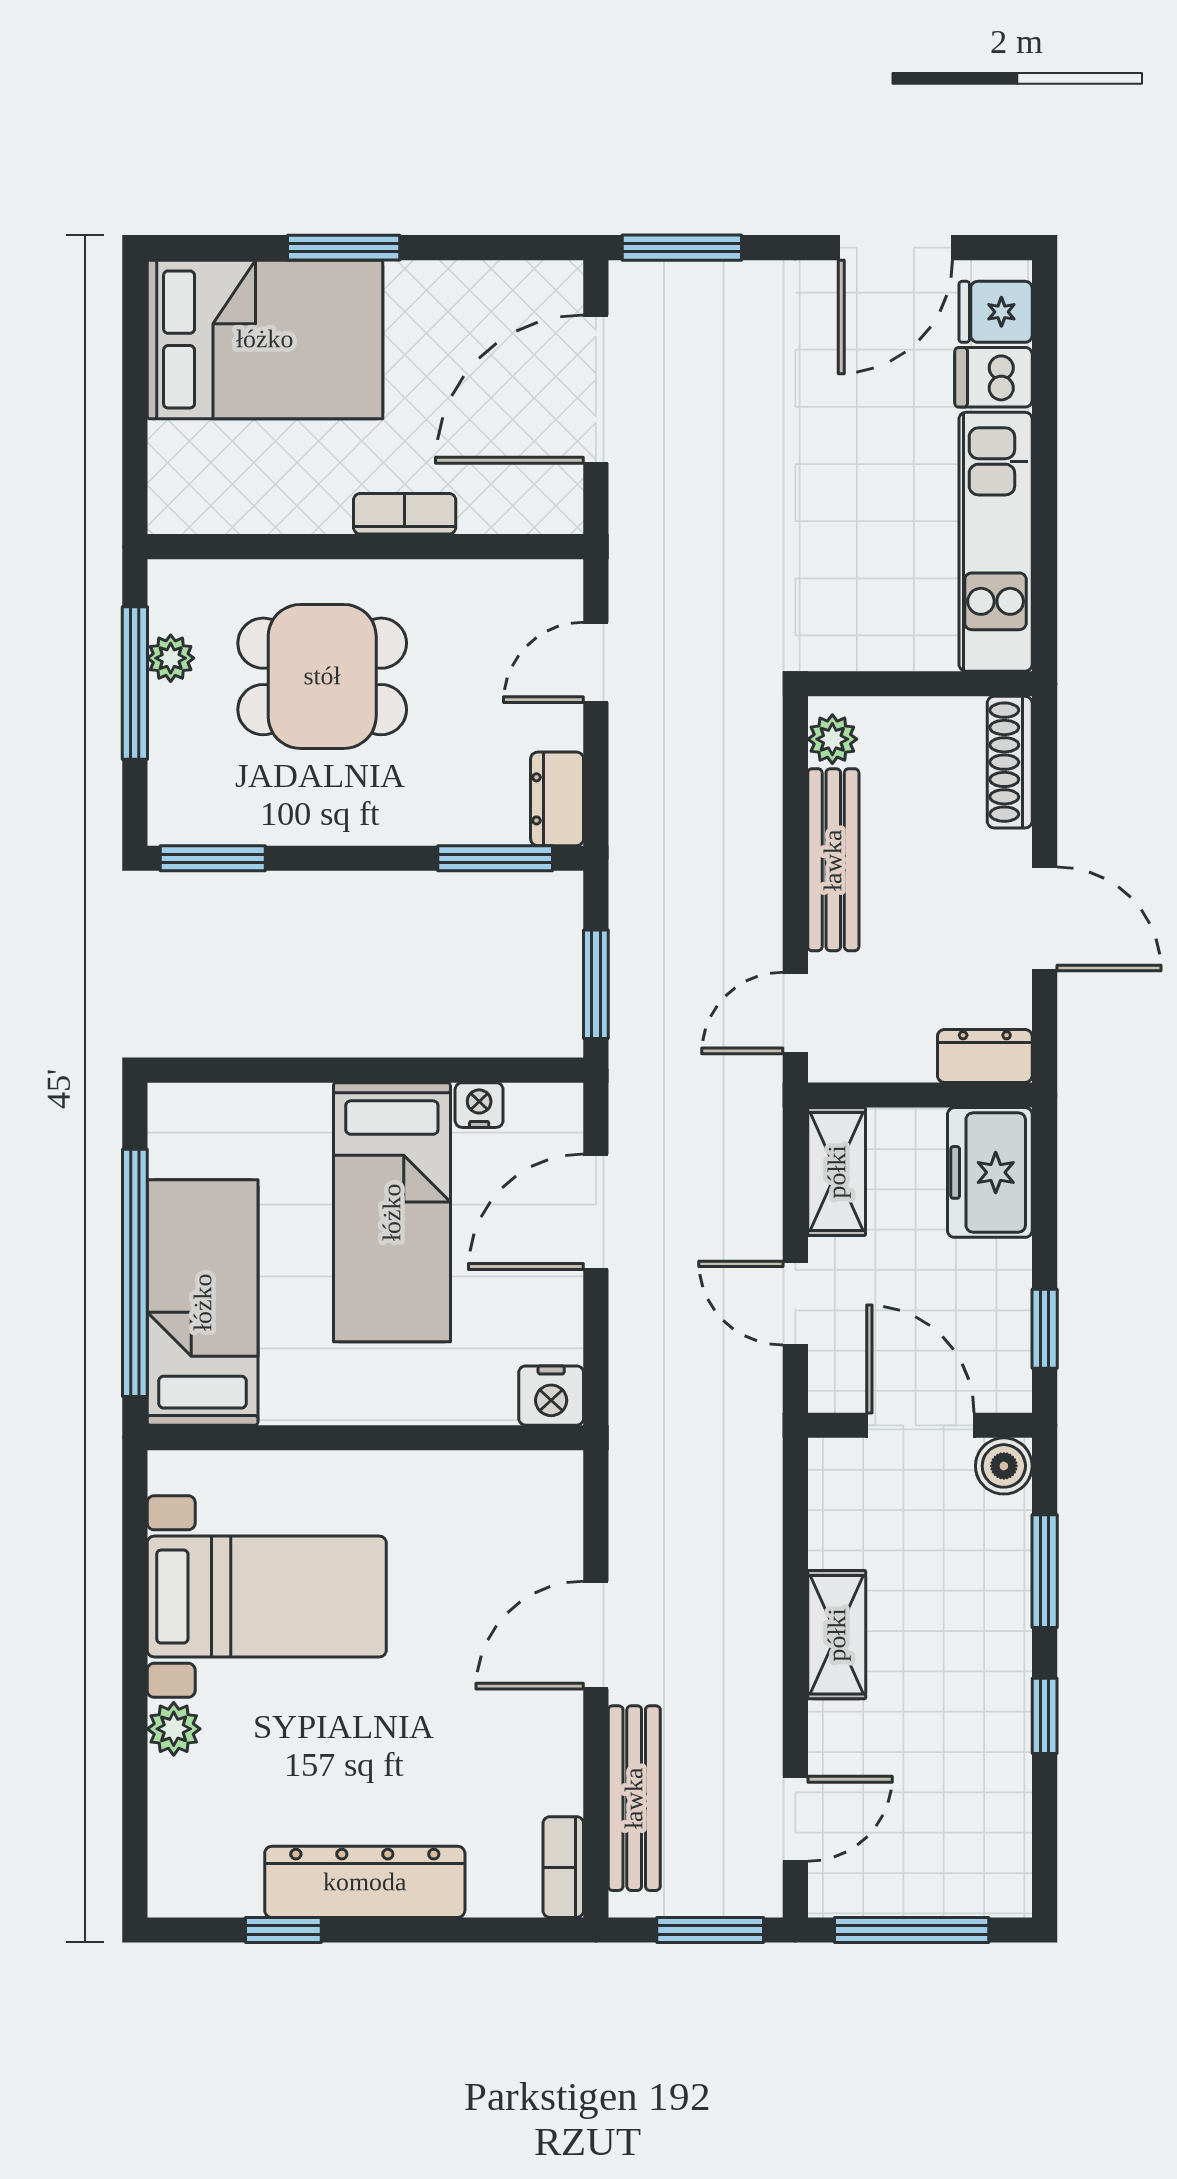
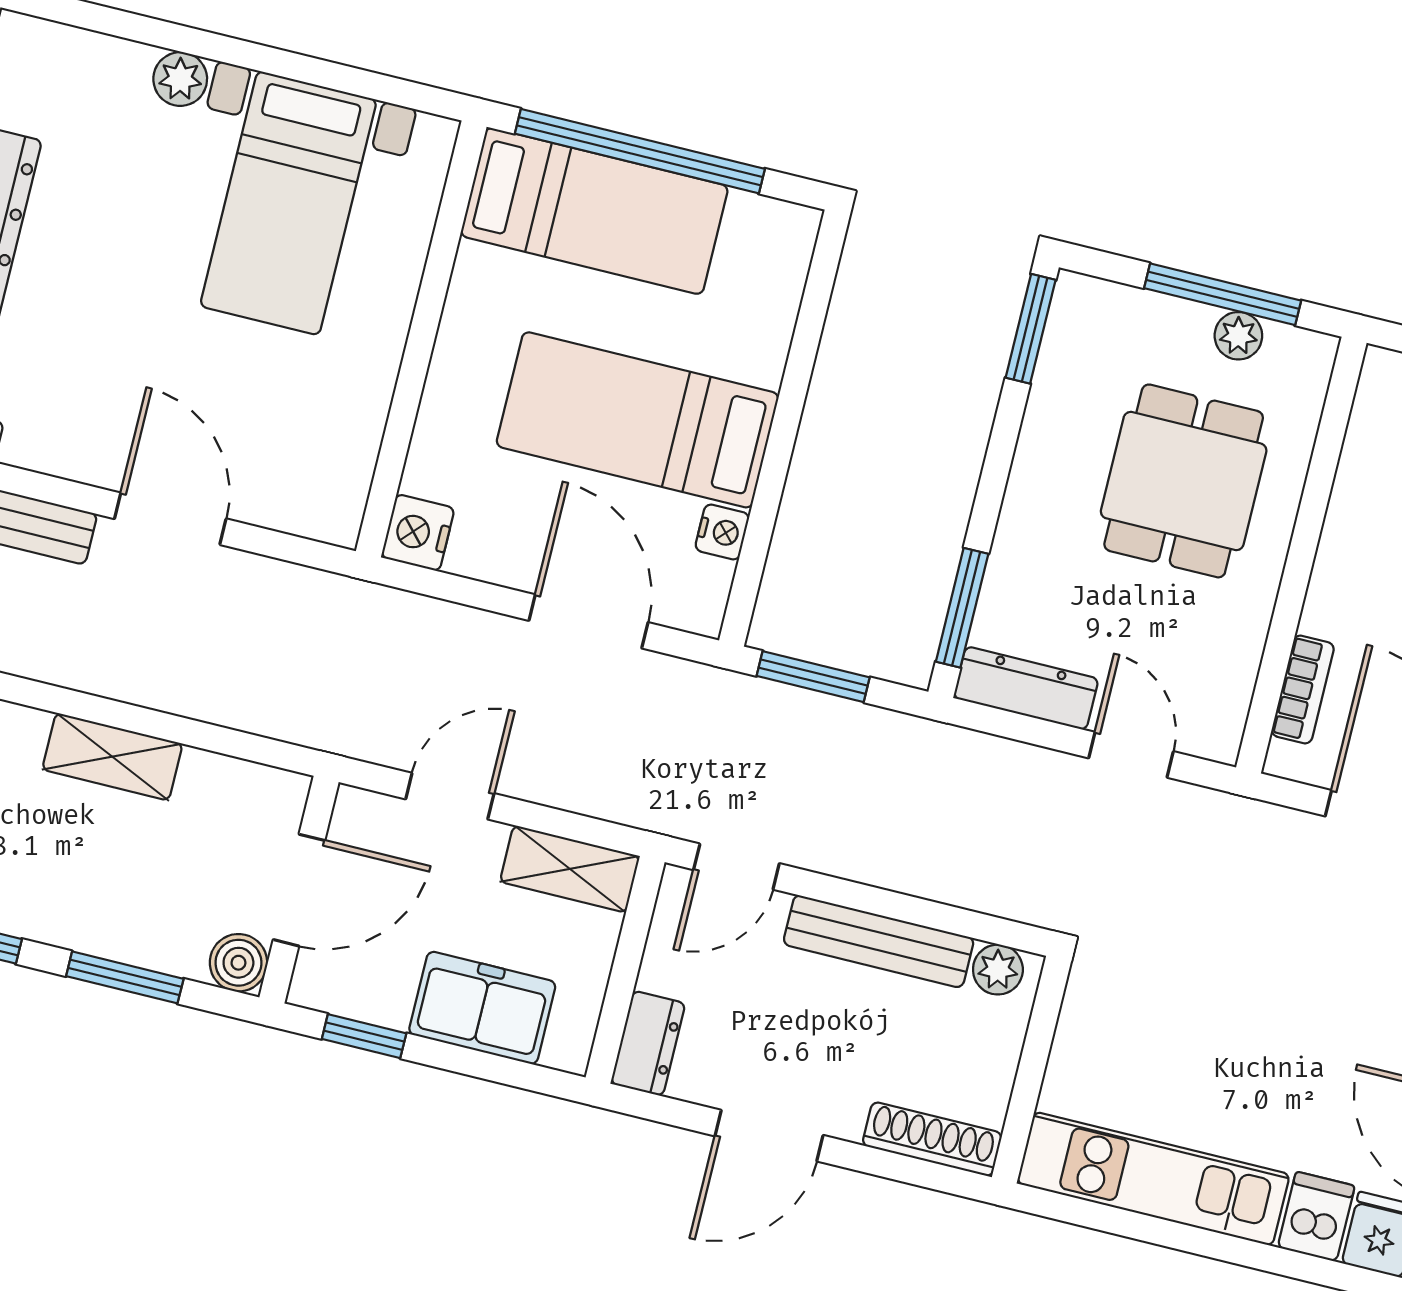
bookcase: (405, 514) -> (1303, 689), moved
dresser: (557, 799) -> (1026, 688), width x1.44
door: (795, 1013) -> (736, 867), swing flipped
freezer: (990, 1172) -> (482, 1008), moved

